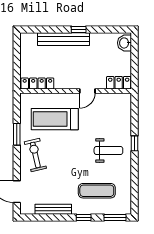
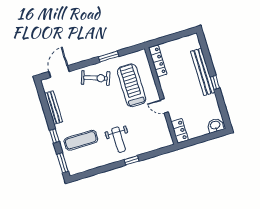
exercise bike: (35, 155) -> (96, 78), turned 32
exercise mat: (97, 191) -> (81, 140), turned 90

